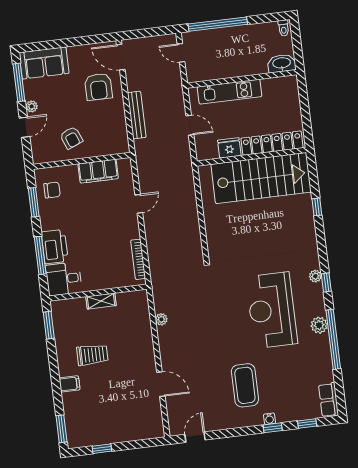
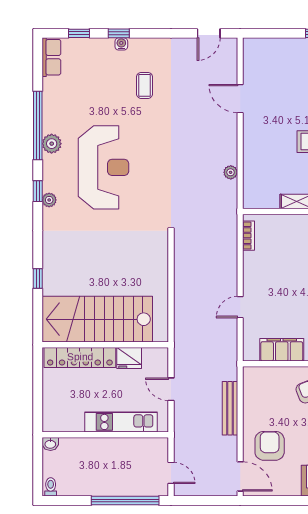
washbasin: (282, 63) -> (50, 444), width x0.52, depth x0.69
bookcase: (138, 259) -> (249, 236), width x0.64
coffee table: (245, 385) -> (145, 85), width x0.54, depth x0.58

